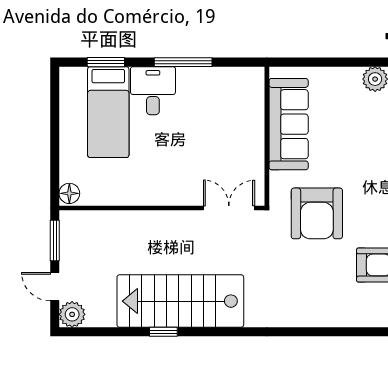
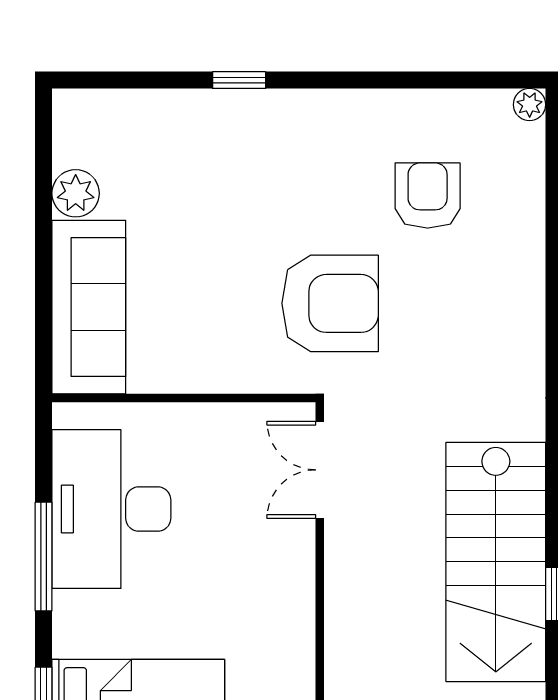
desk: (153, 91) -> (111, 509), moved, width x1.87, depth x1.30
sofa: (289, 124) -> (89, 307), moved, turned 90

